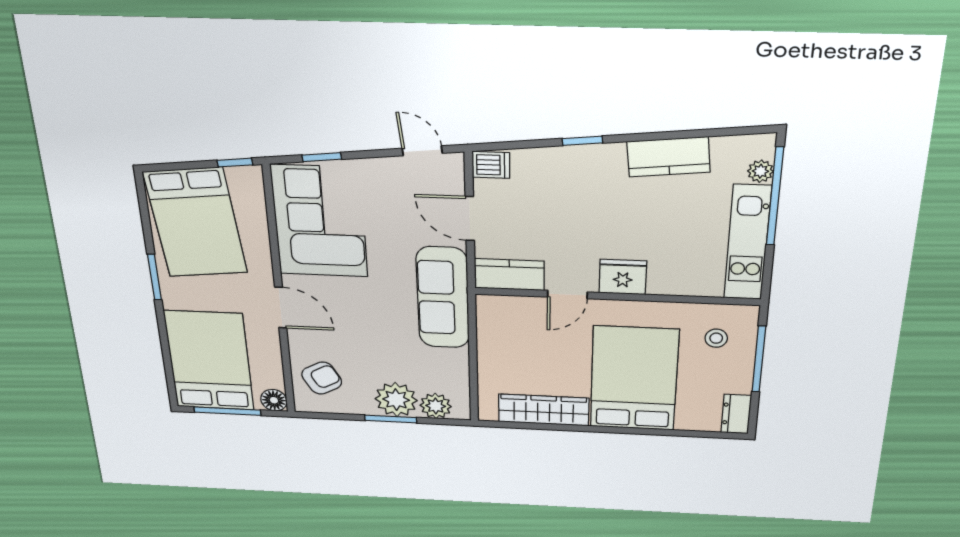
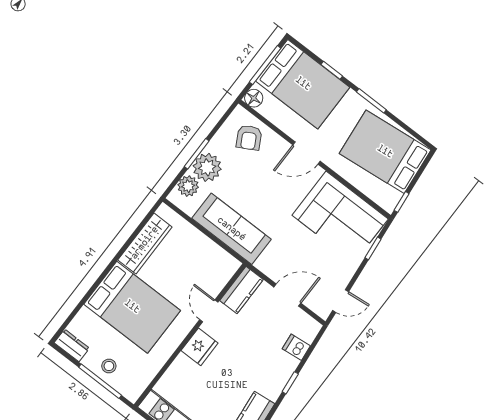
dishwasher: (491, 165) -> (296, 347), moved, turned 84
sofa: (443, 298) -> (231, 229), moved
stool: (716, 338) -> (109, 366), moved
window: (164, 341) -> (332, 70), added

